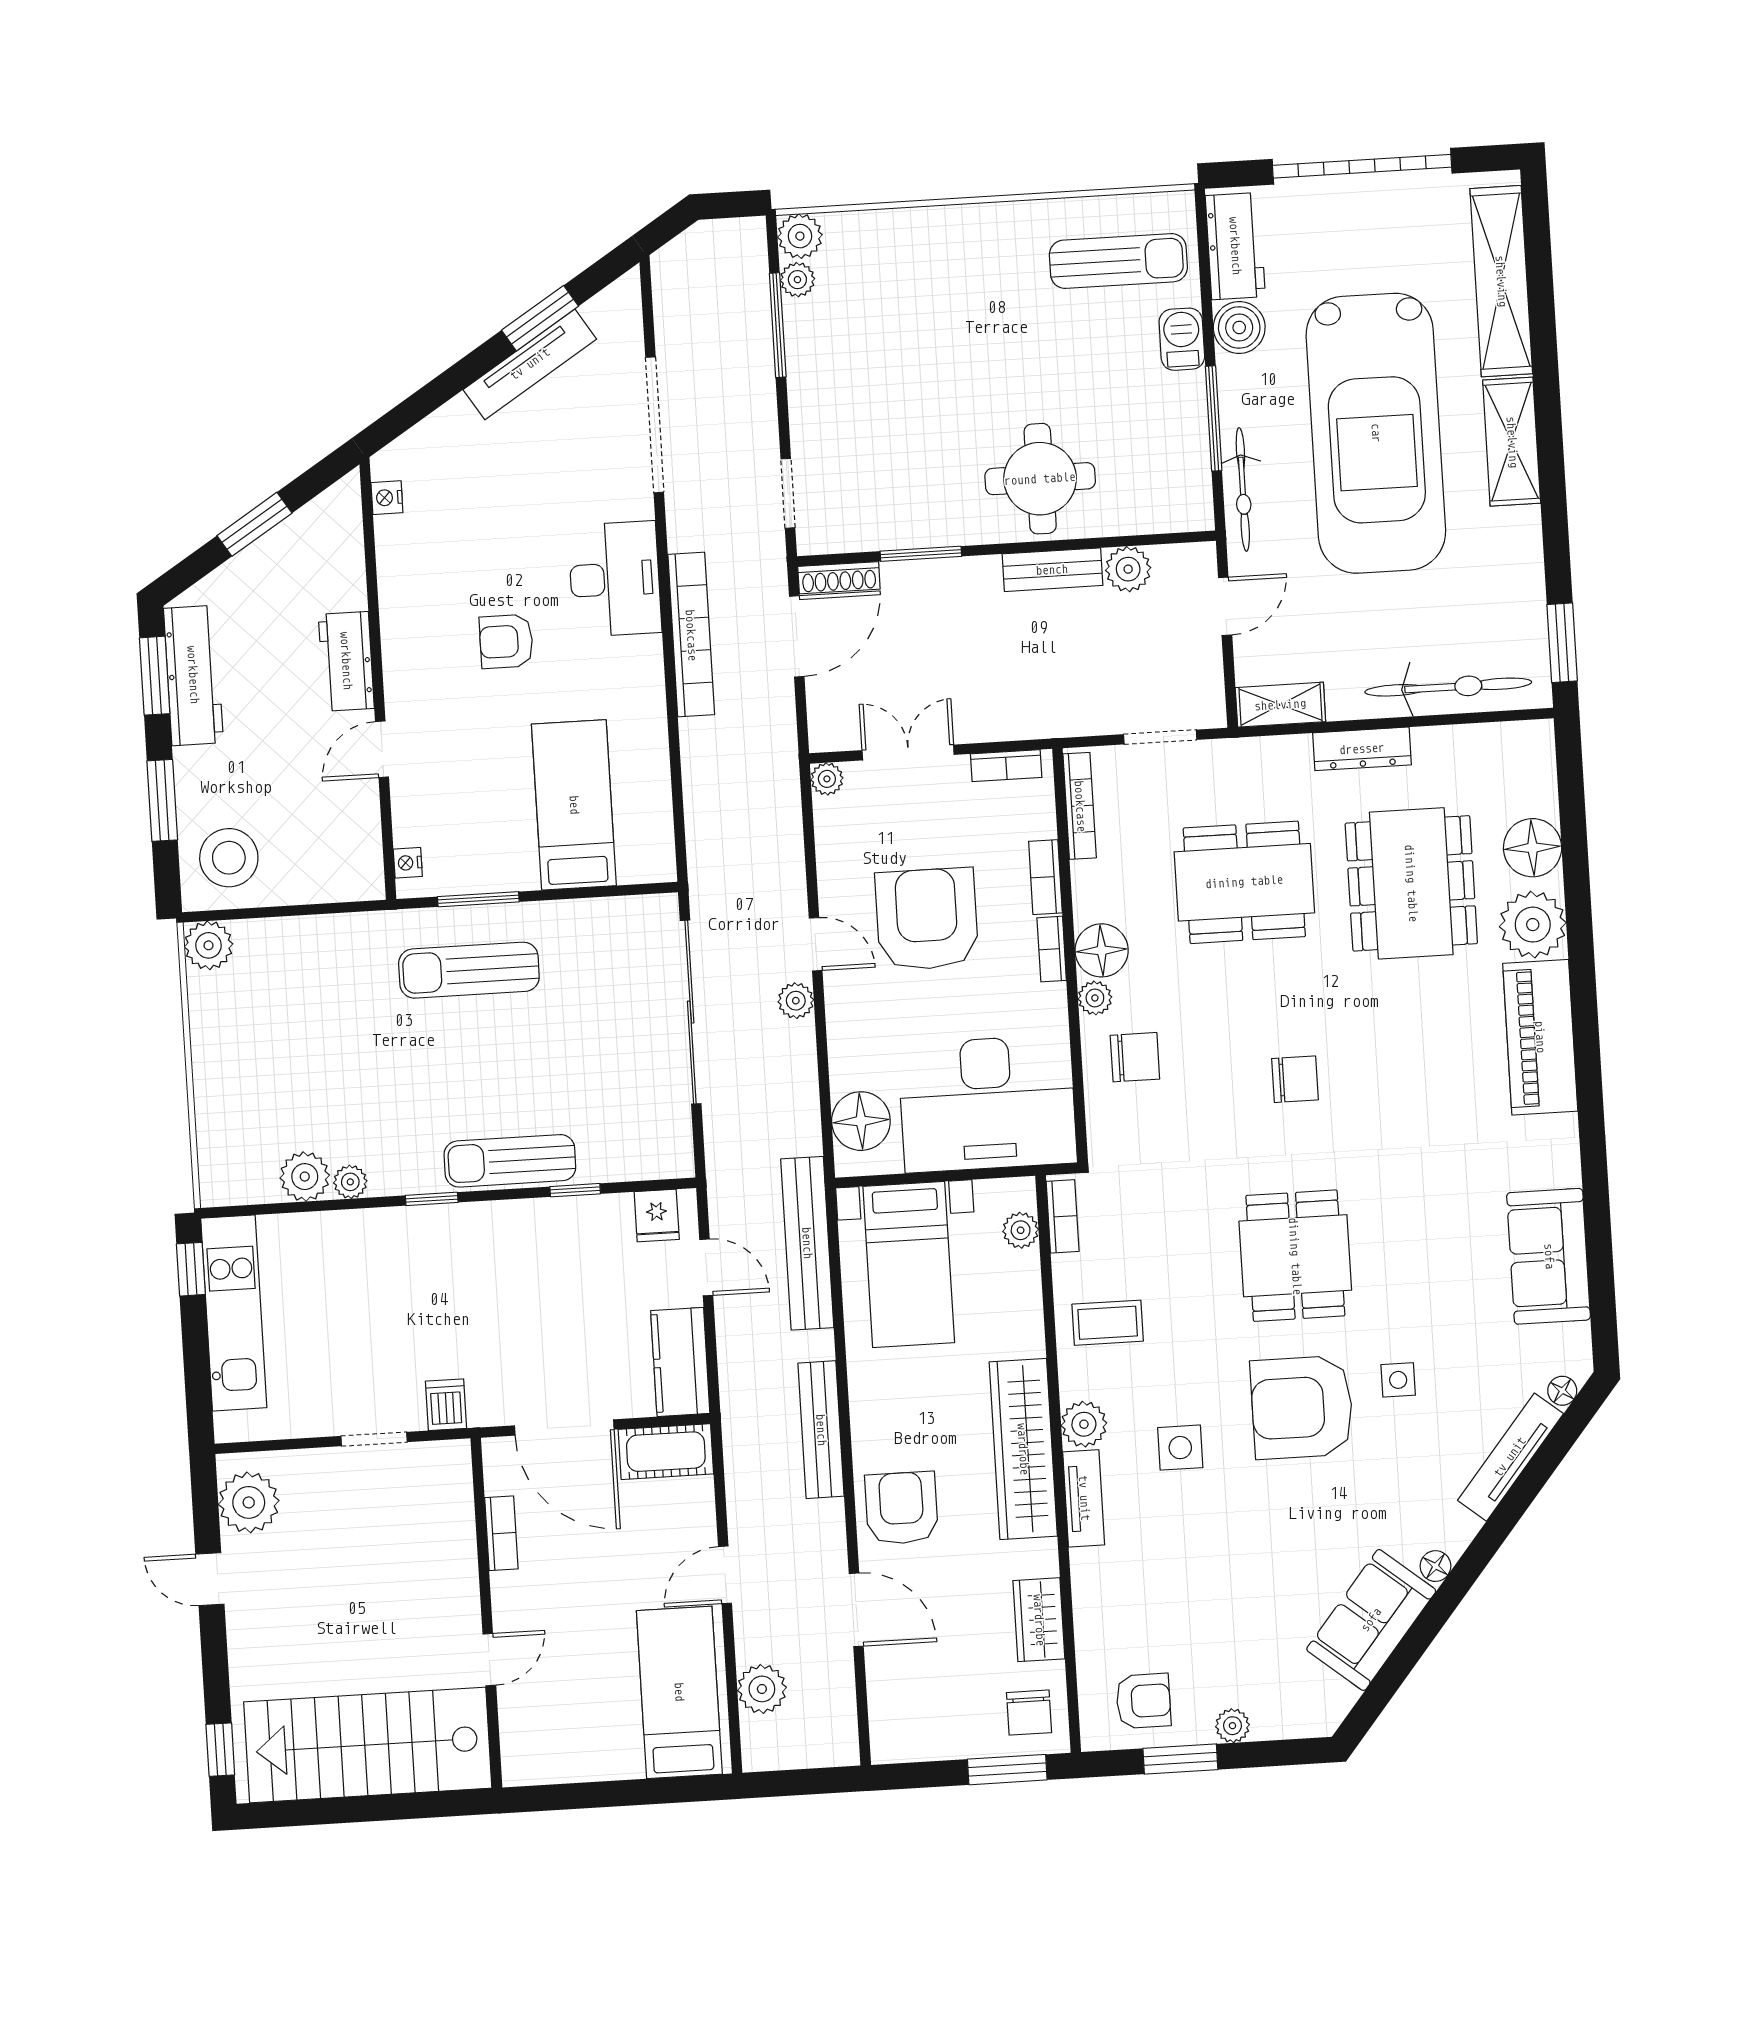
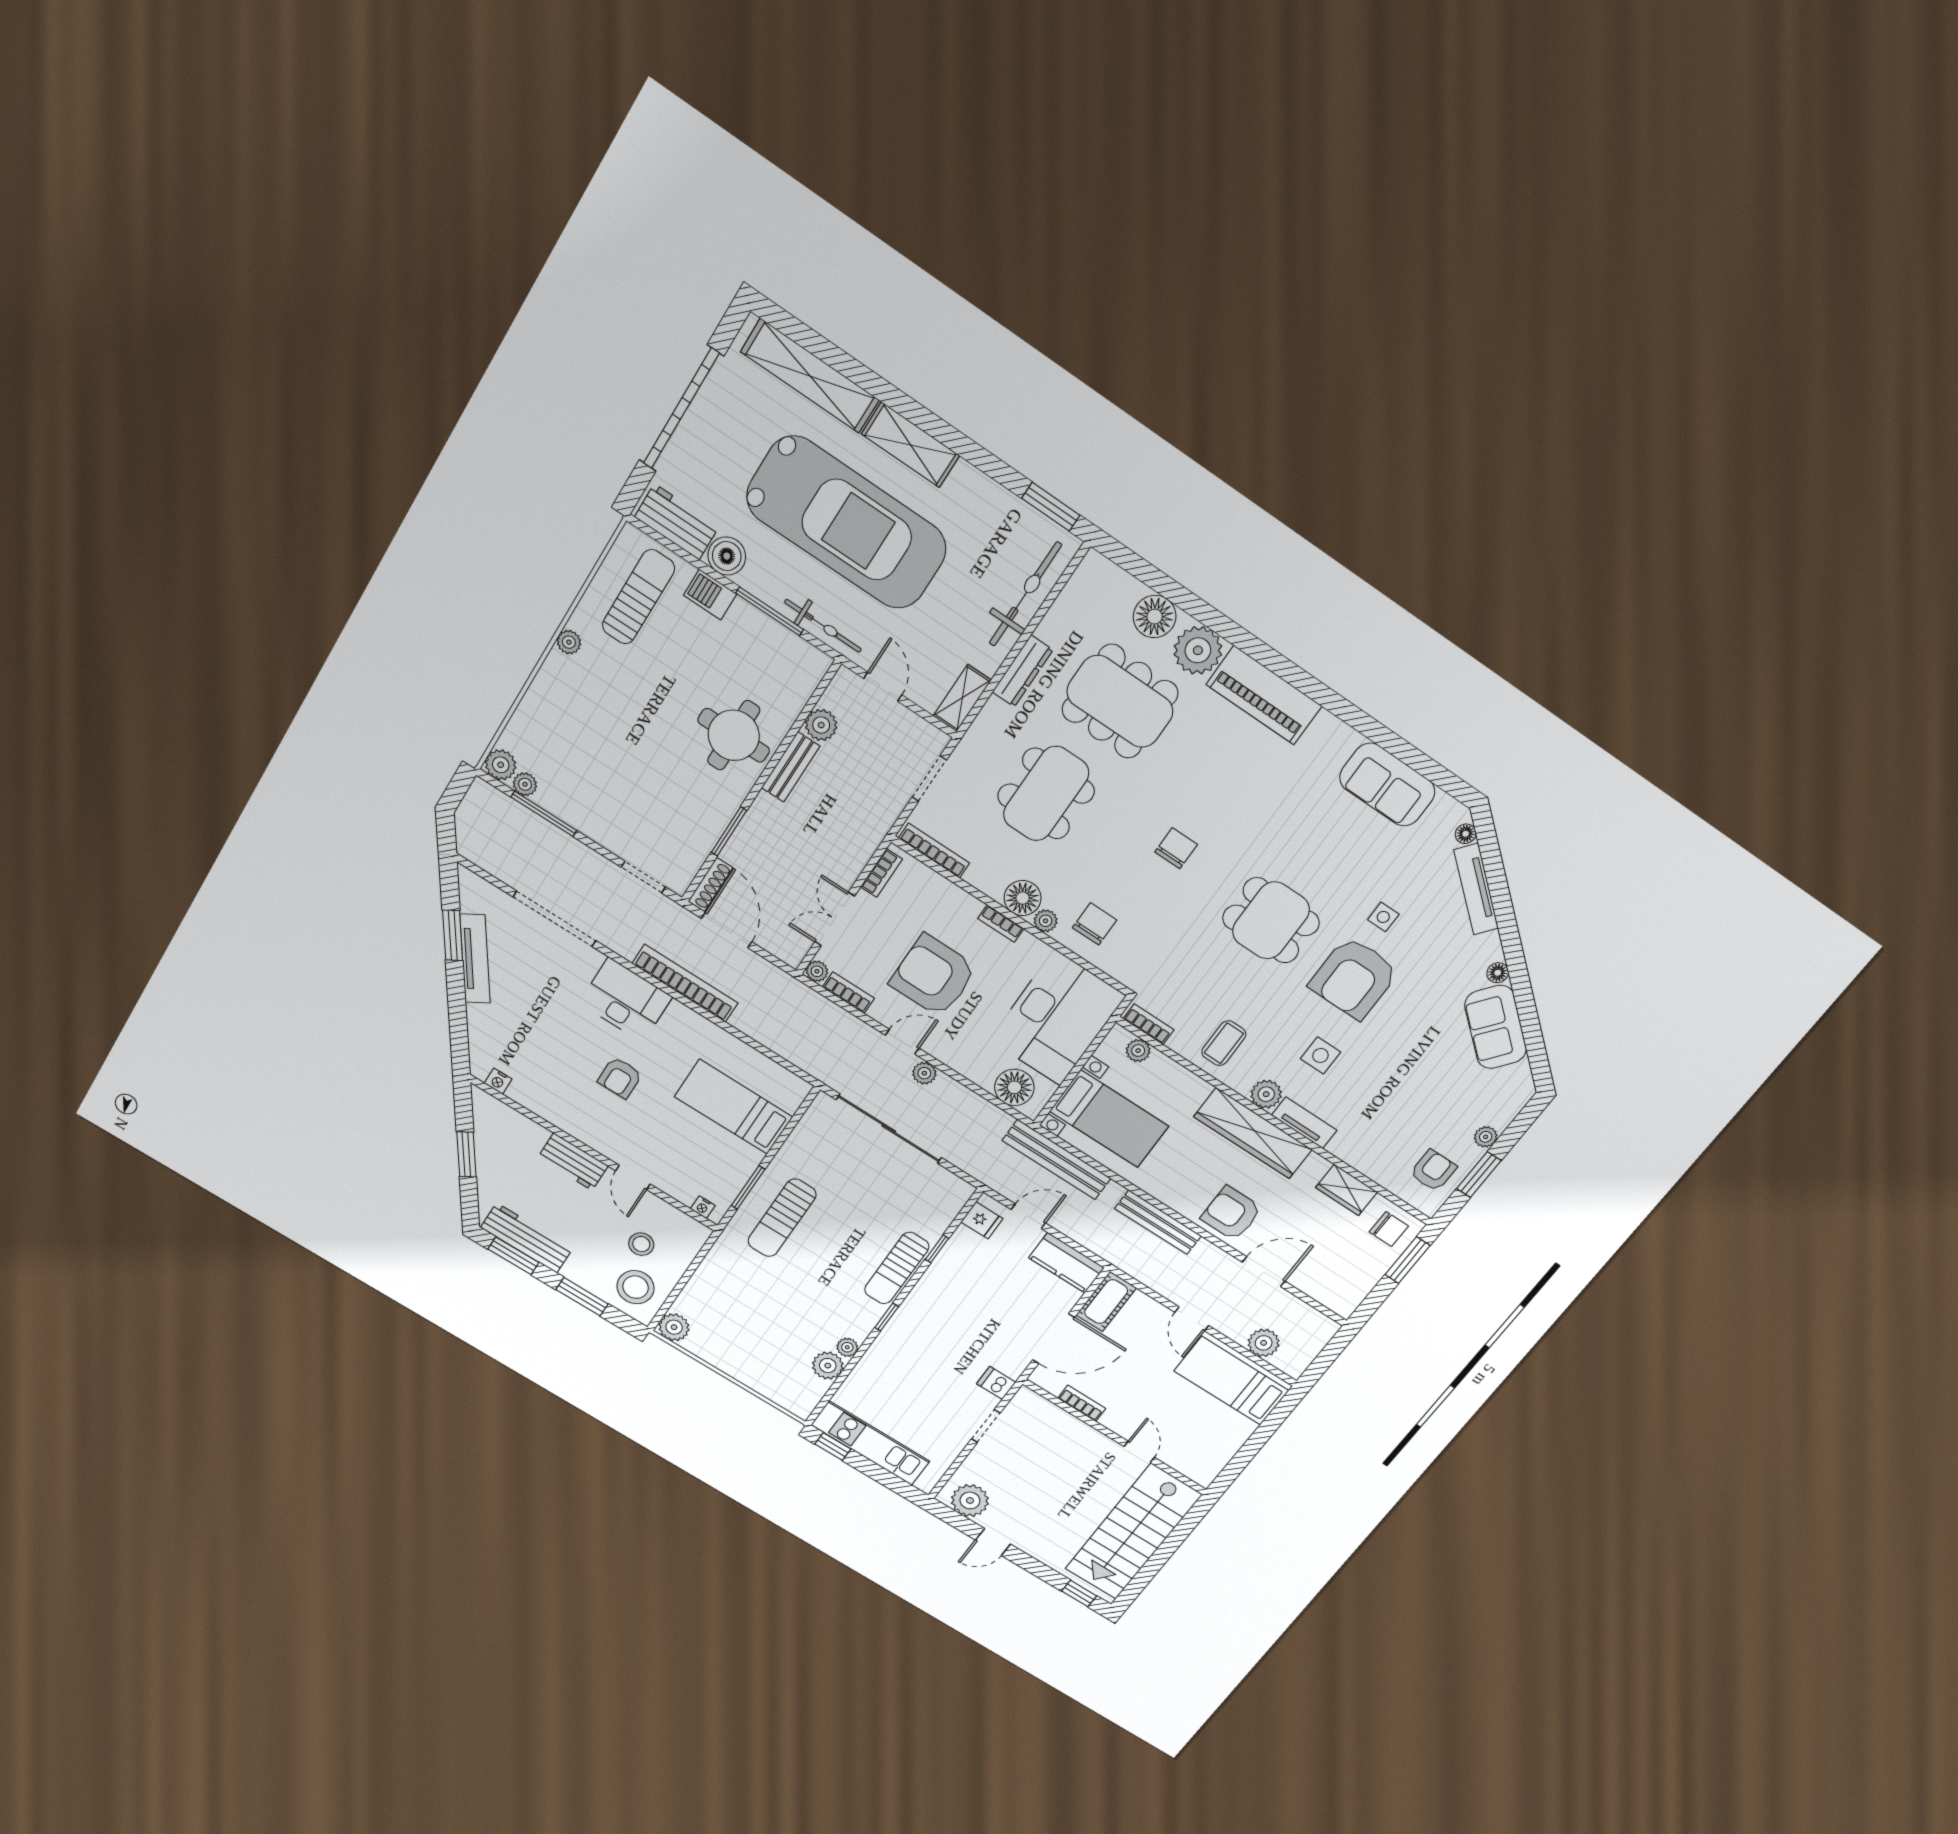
plant: (1007, 218) -> (569, 642), added
stool: (296, 823) -> (641, 1244), added
bookcase: (1045, 877) -> (848, 993), moved, turned 180

